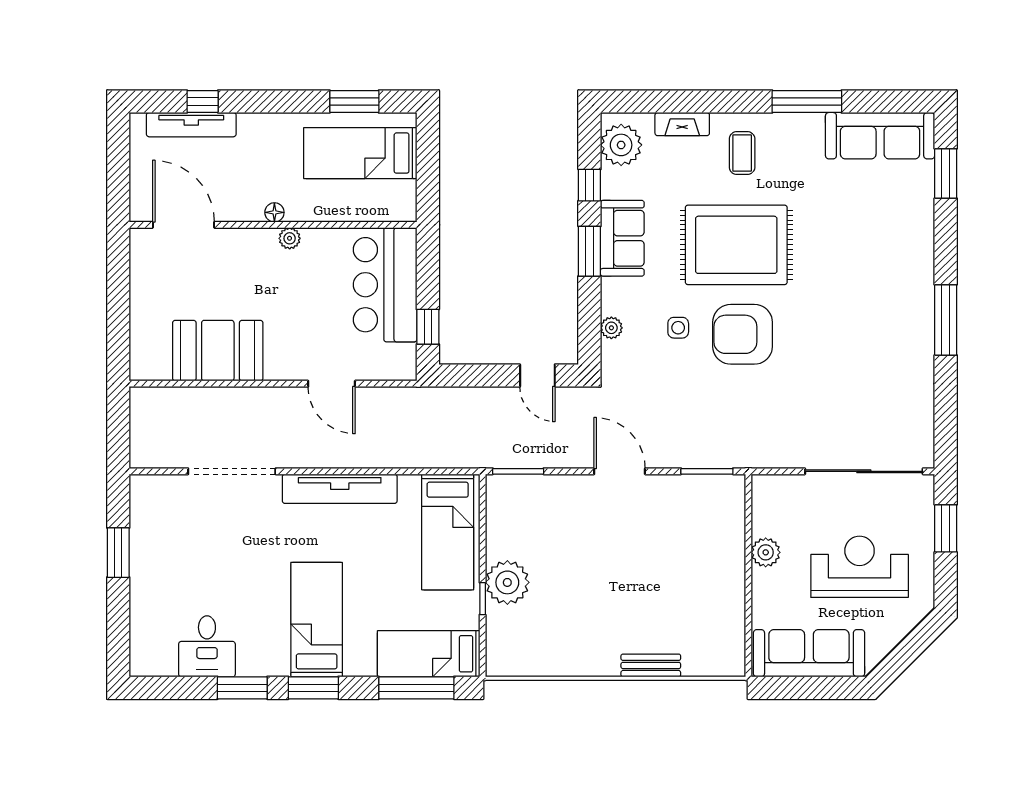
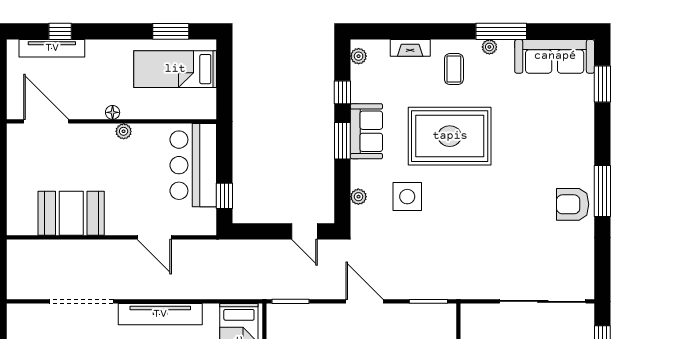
plant: (791, 123) -> (489, 47), added
plant: (621, 145) -> (359, 56), width x0.53, depth x0.53
side table: (678, 328) -> (407, 197), width x1.87, depth x1.87
armchair: (743, 334) -> (573, 204), moved, width x0.73, depth x0.73

